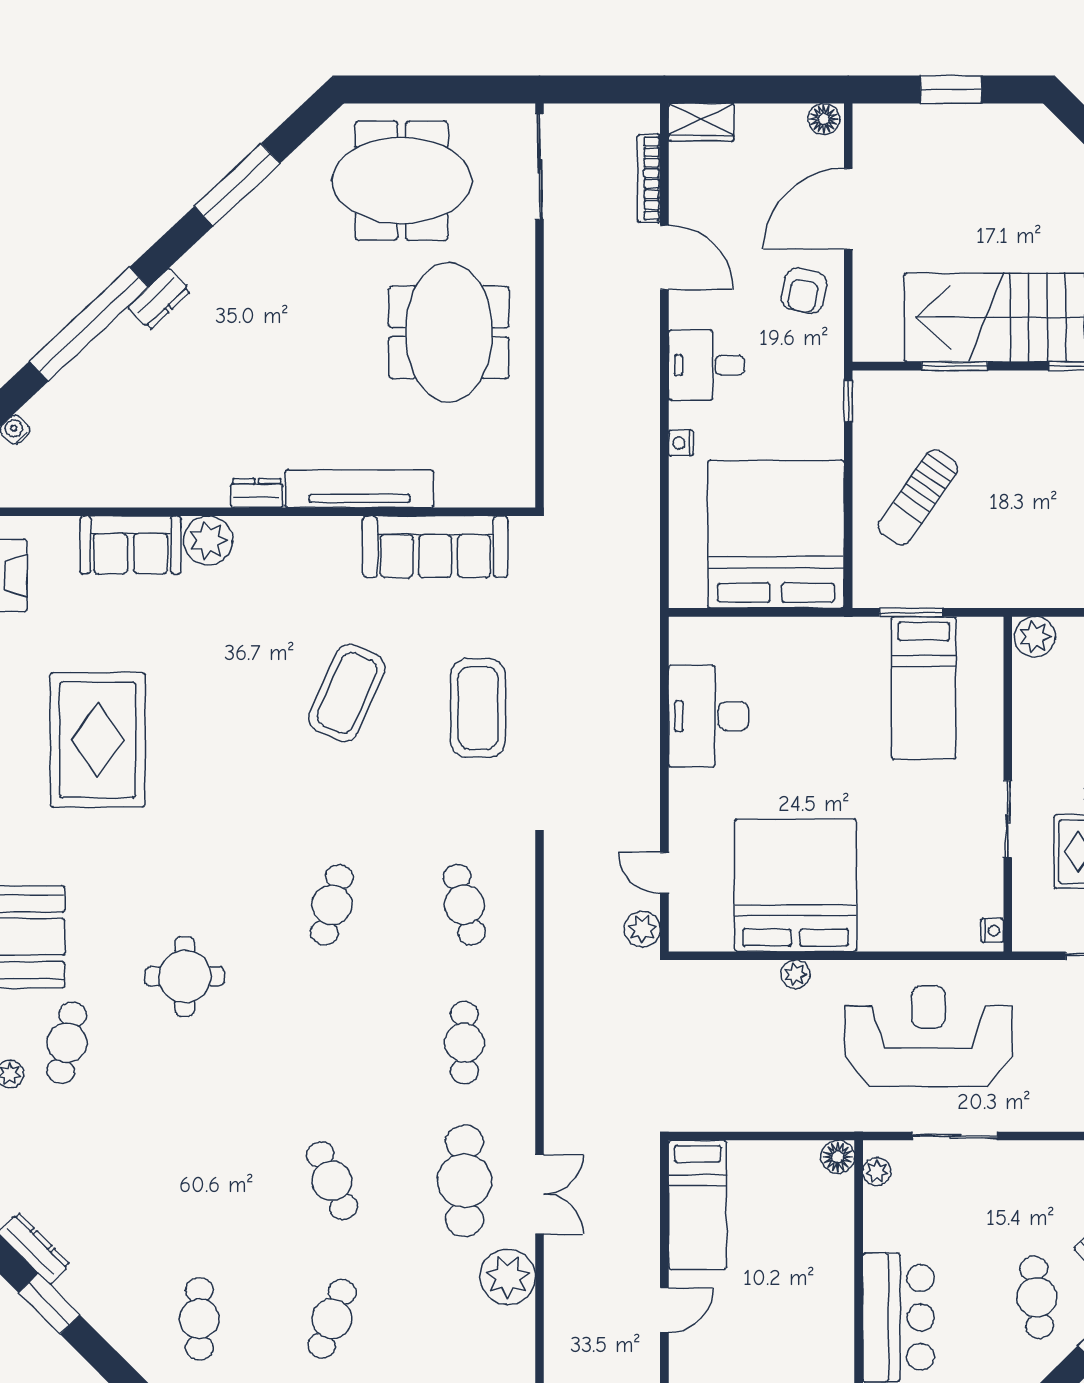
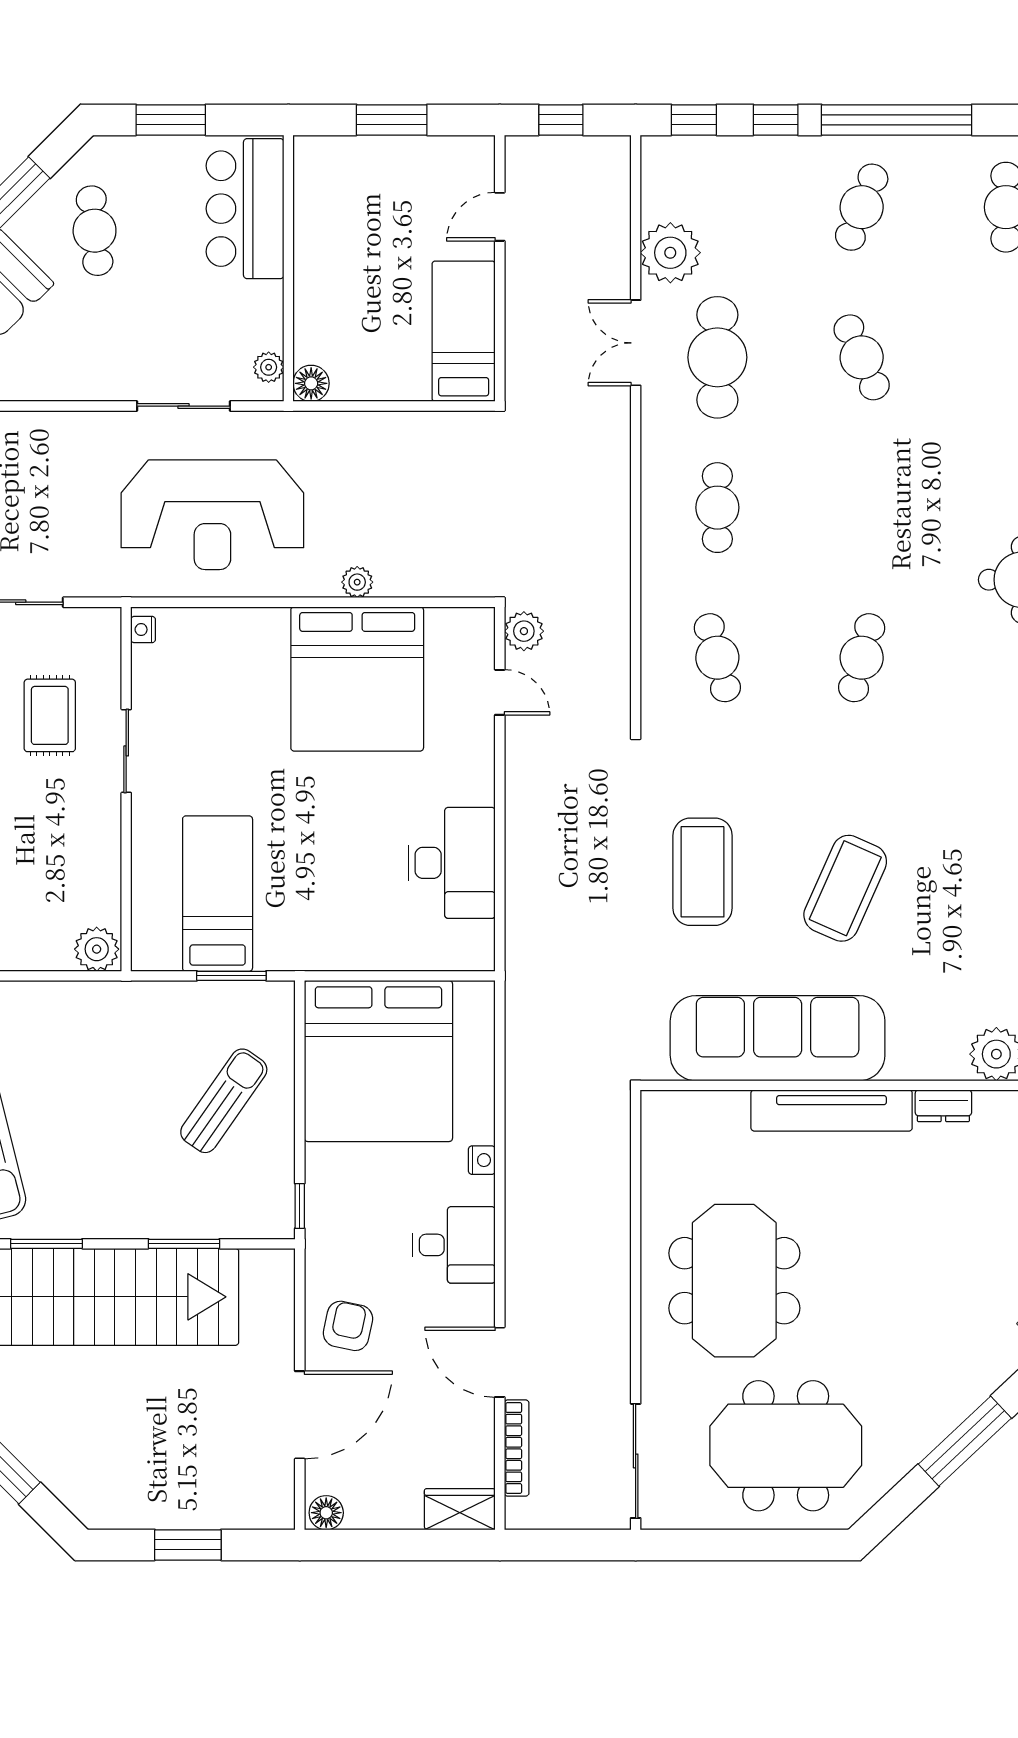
sofa: (435, 547) -> (778, 1038), width x1.36, depth x1.27

